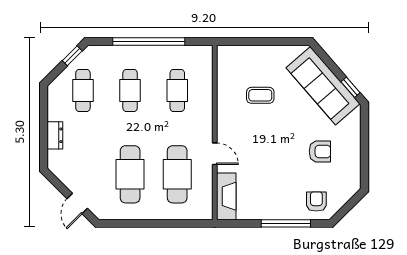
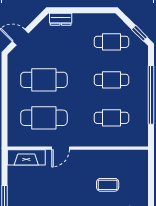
coffee table: (260, 95) -> (108, 185), turned 90
dresser: (55, 135) -> (61, 19), moved

